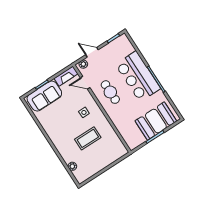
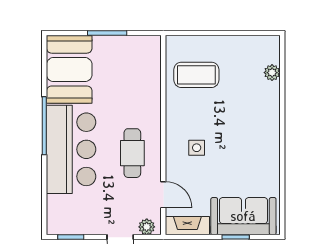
booth: (156, 121) -> (69, 70), moved, turned 90
coffee table: (88, 138) -> (196, 75), moved

